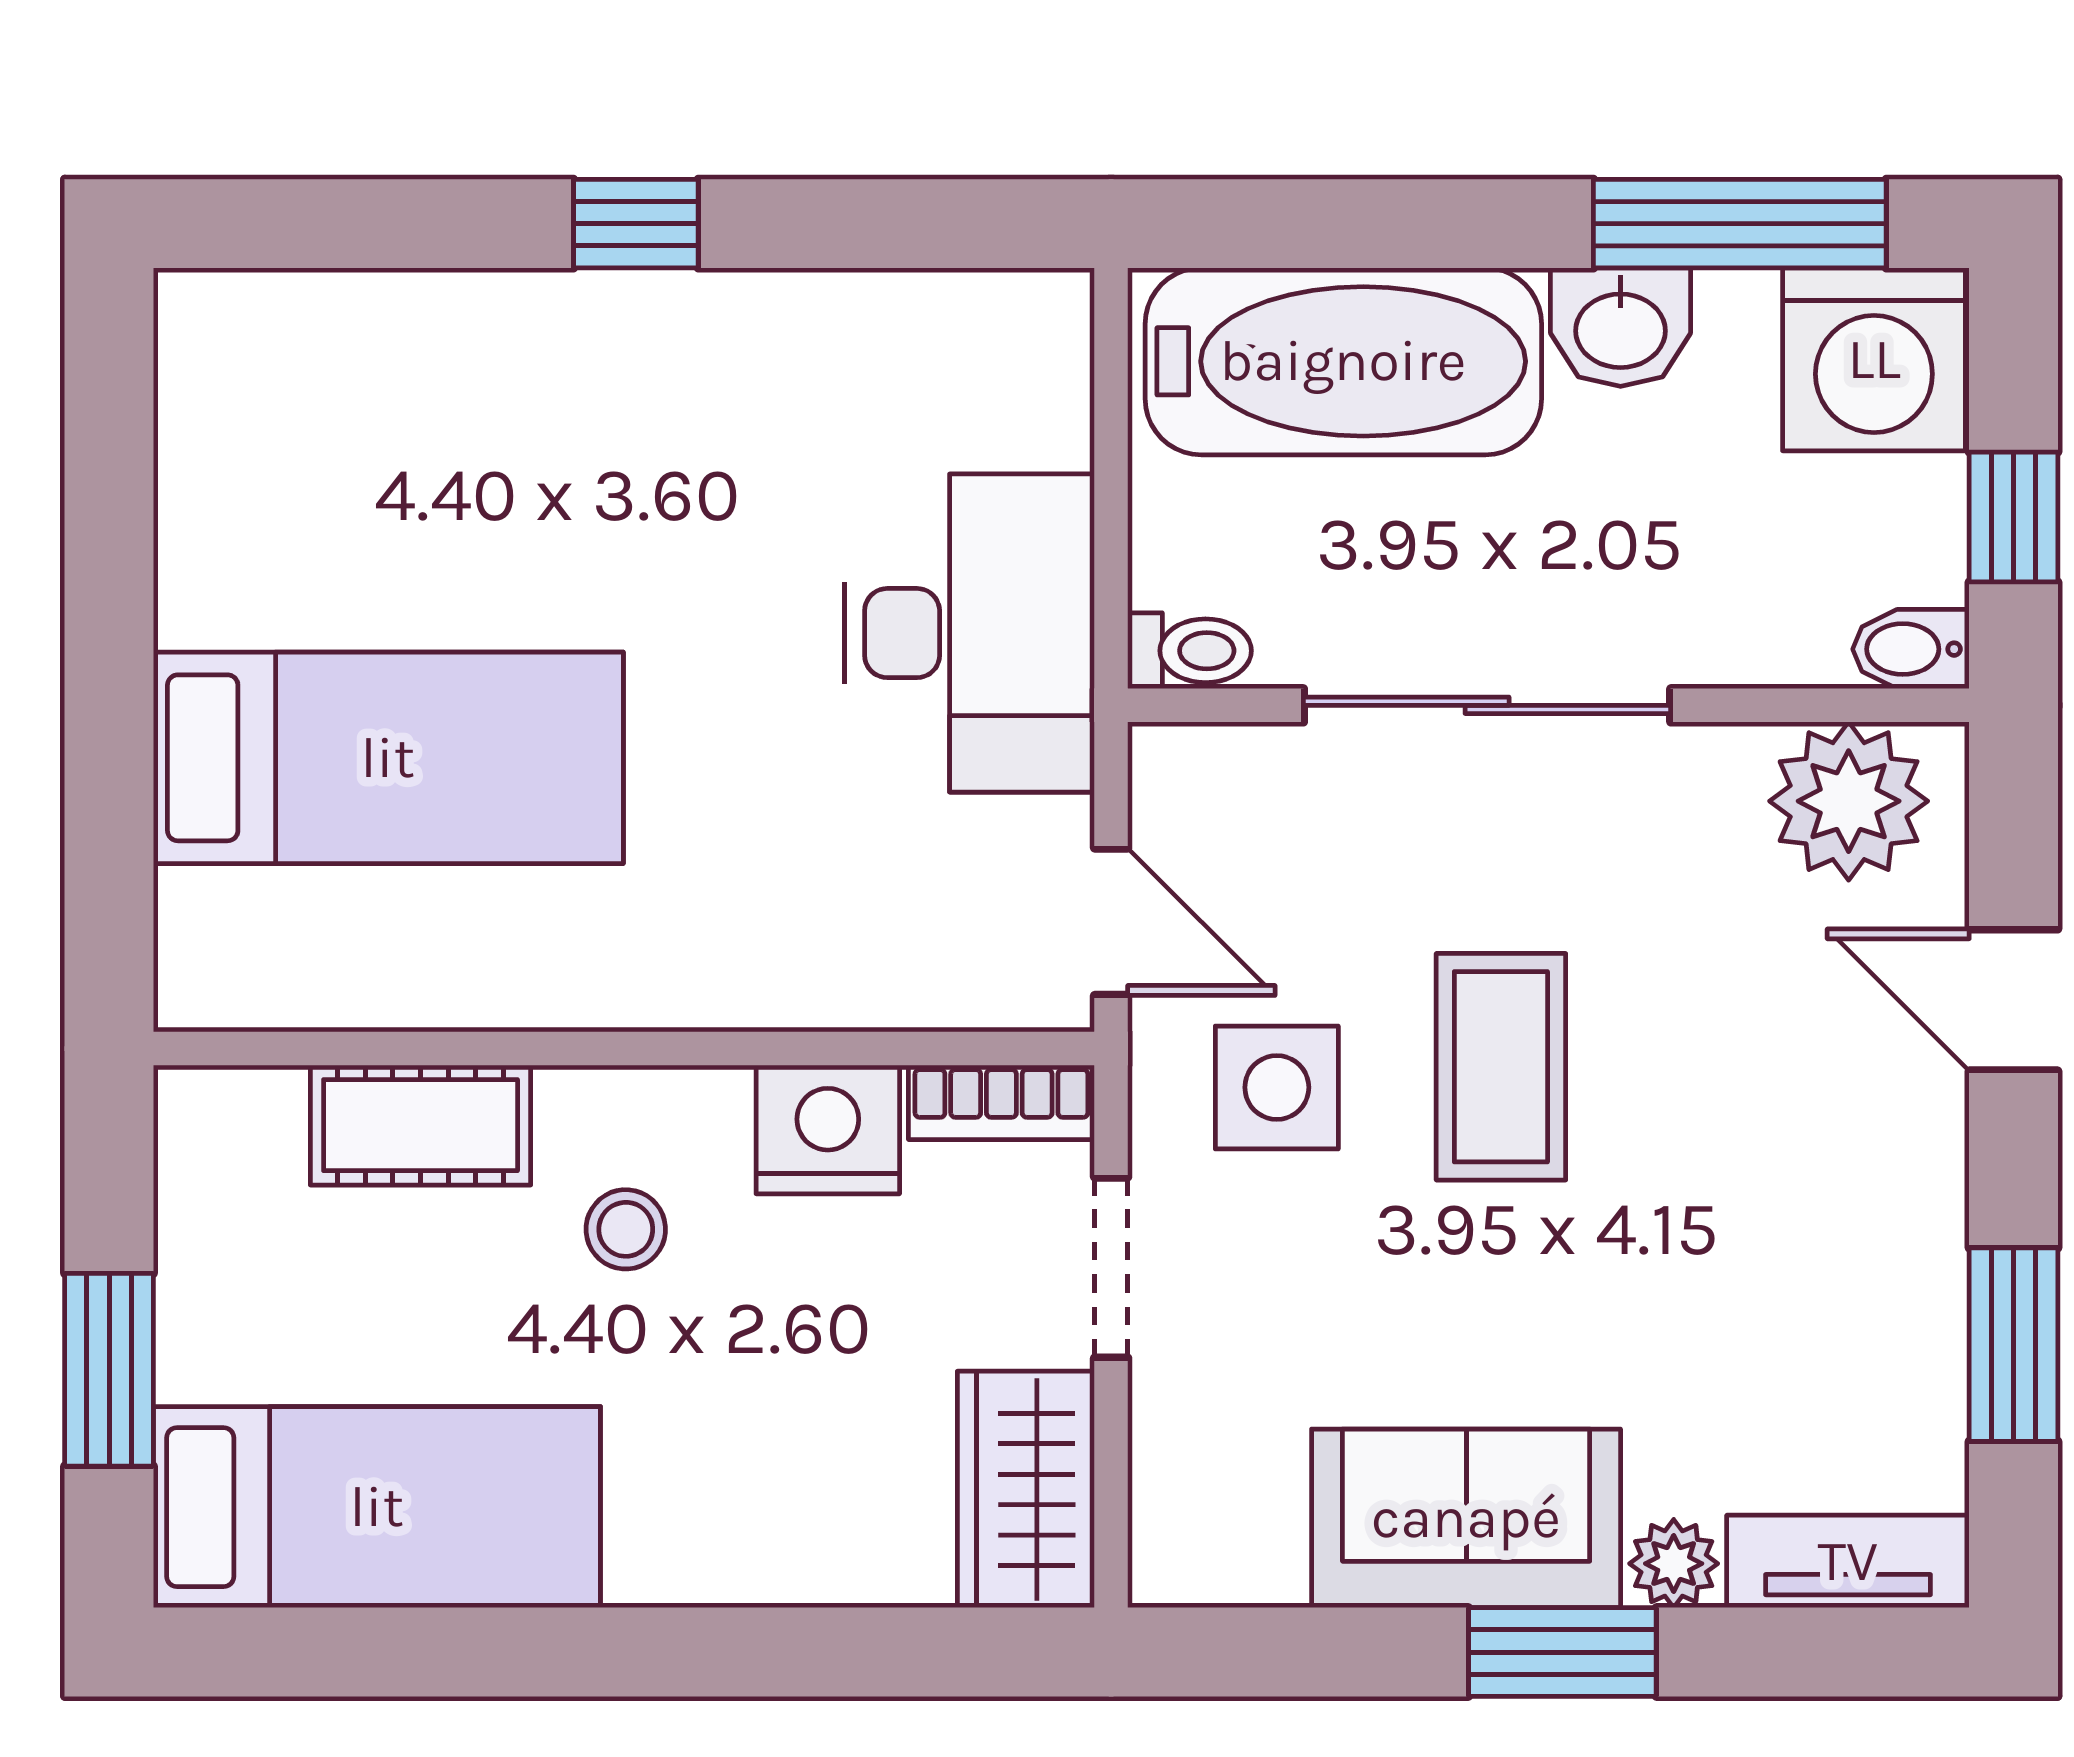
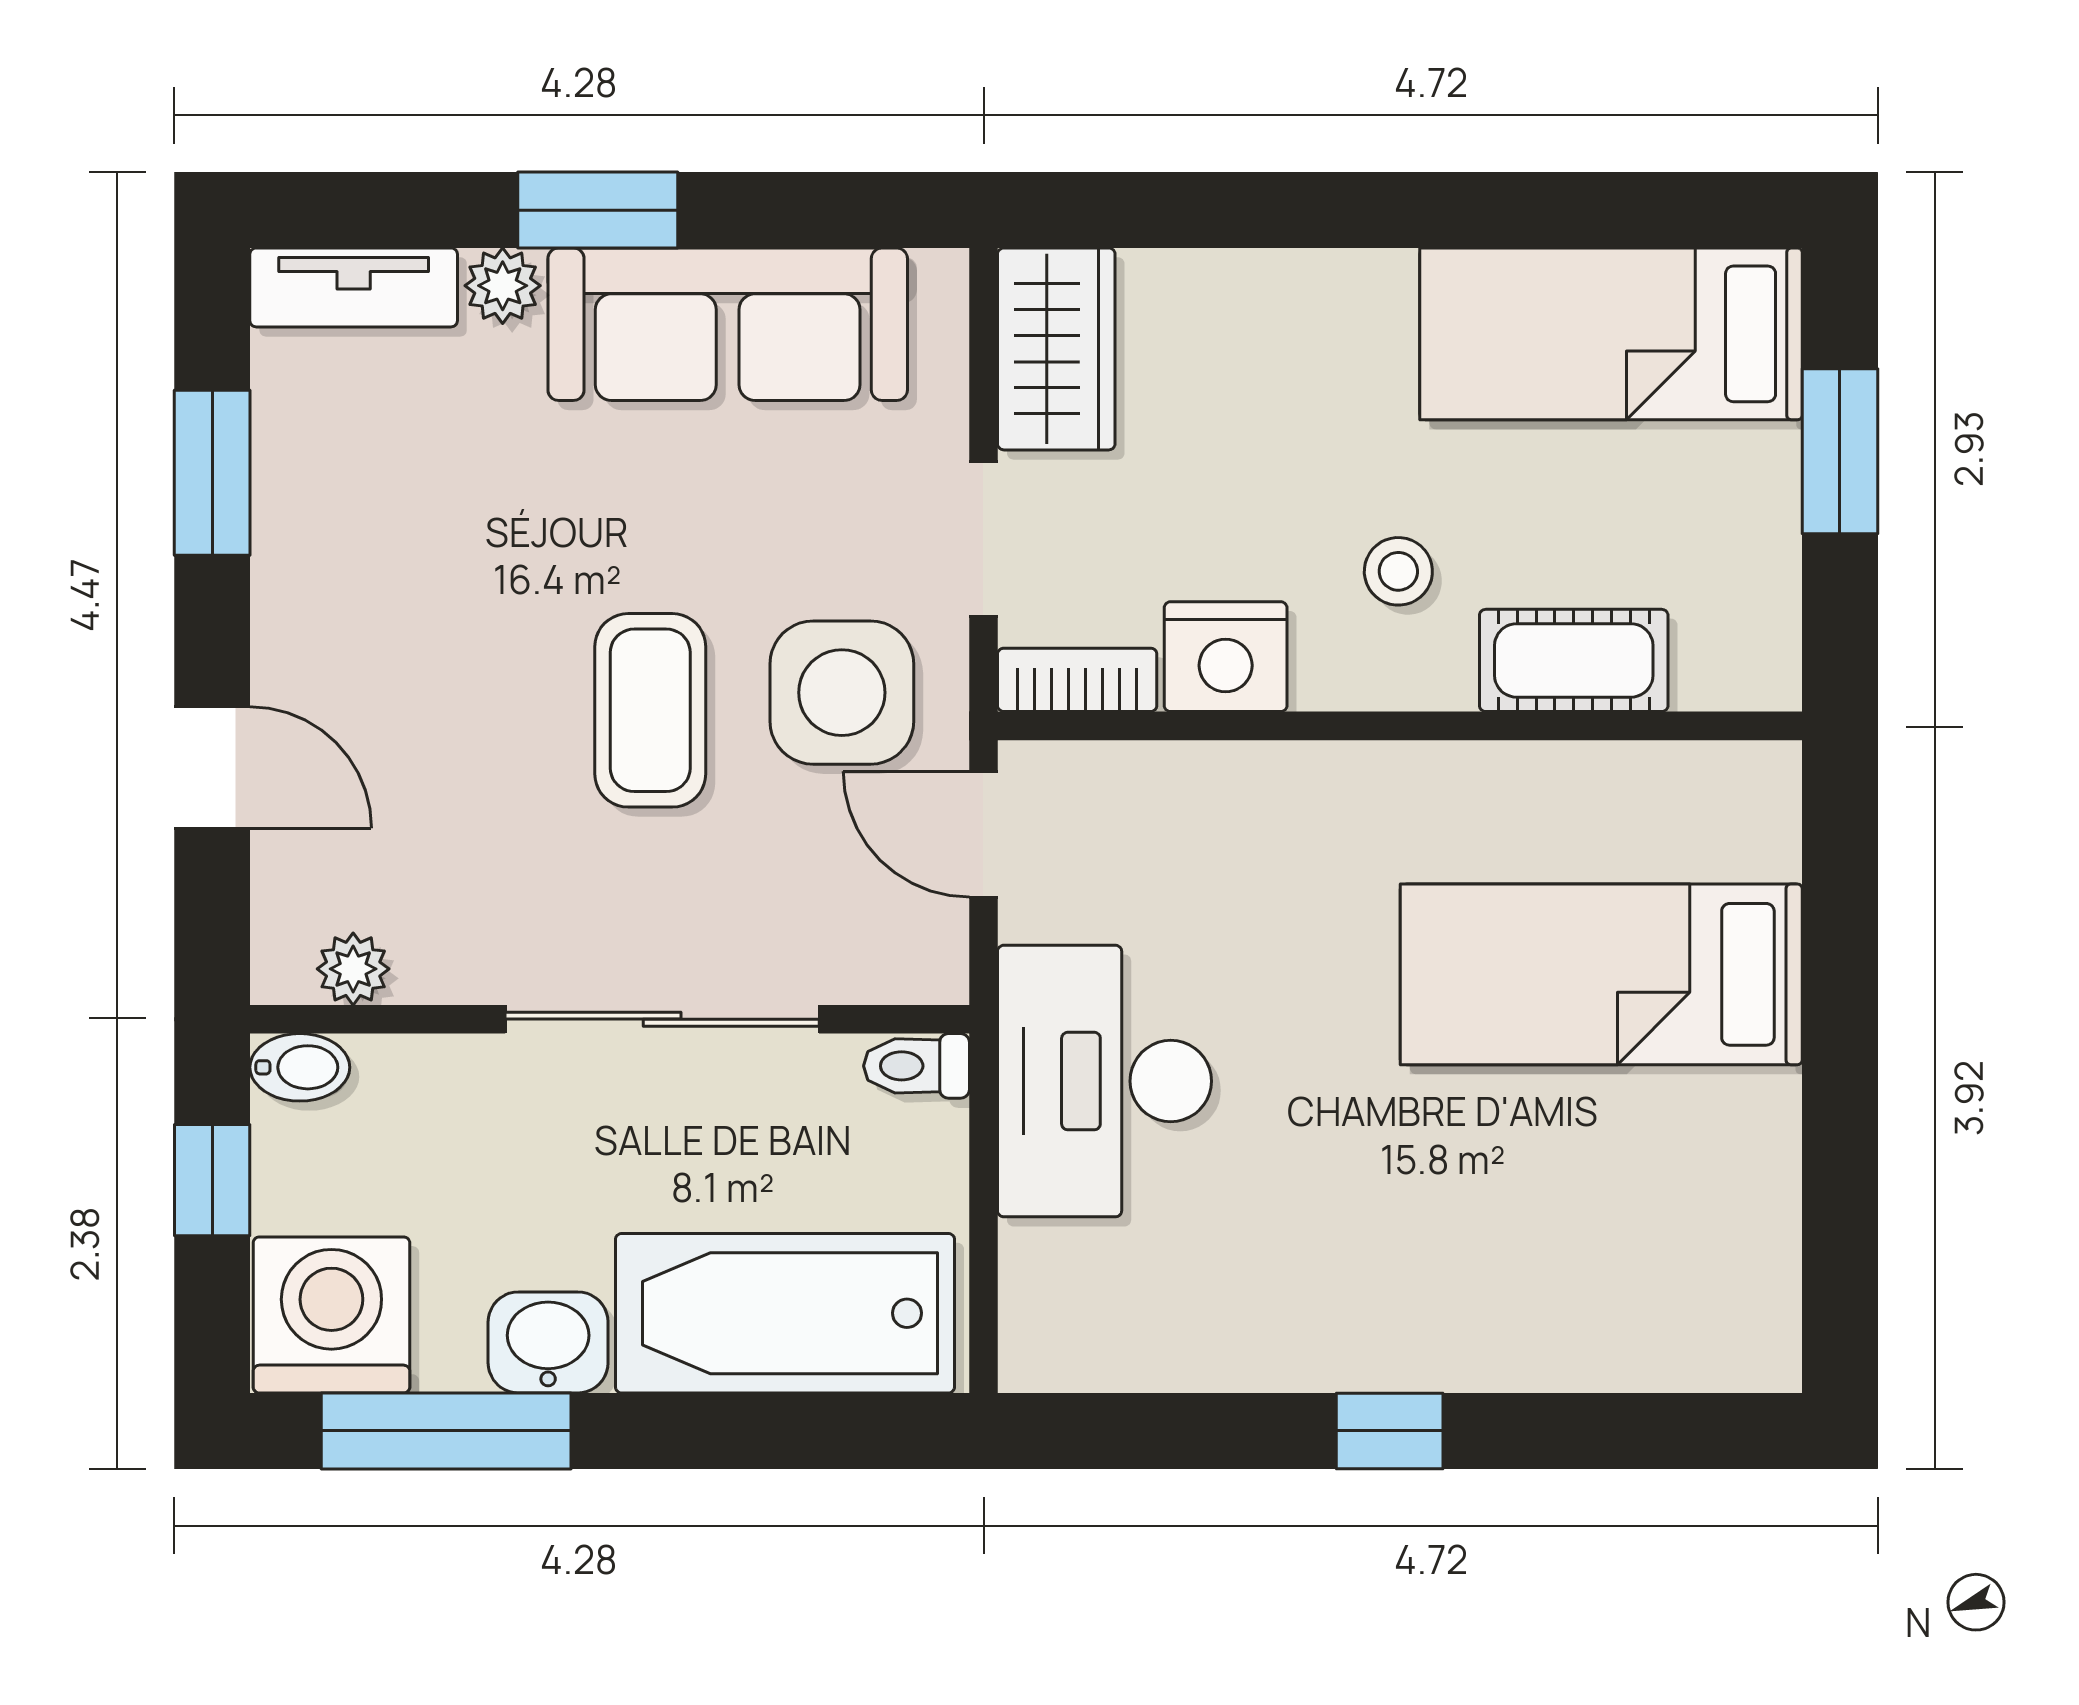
plant: (1849, 801) -> (353, 969), width x0.53, depth x0.53
side table: (1277, 1087) -> (842, 693), width x1.37, depth x1.37
sofa: (1466, 1518) -> (728, 324), width x1.36

